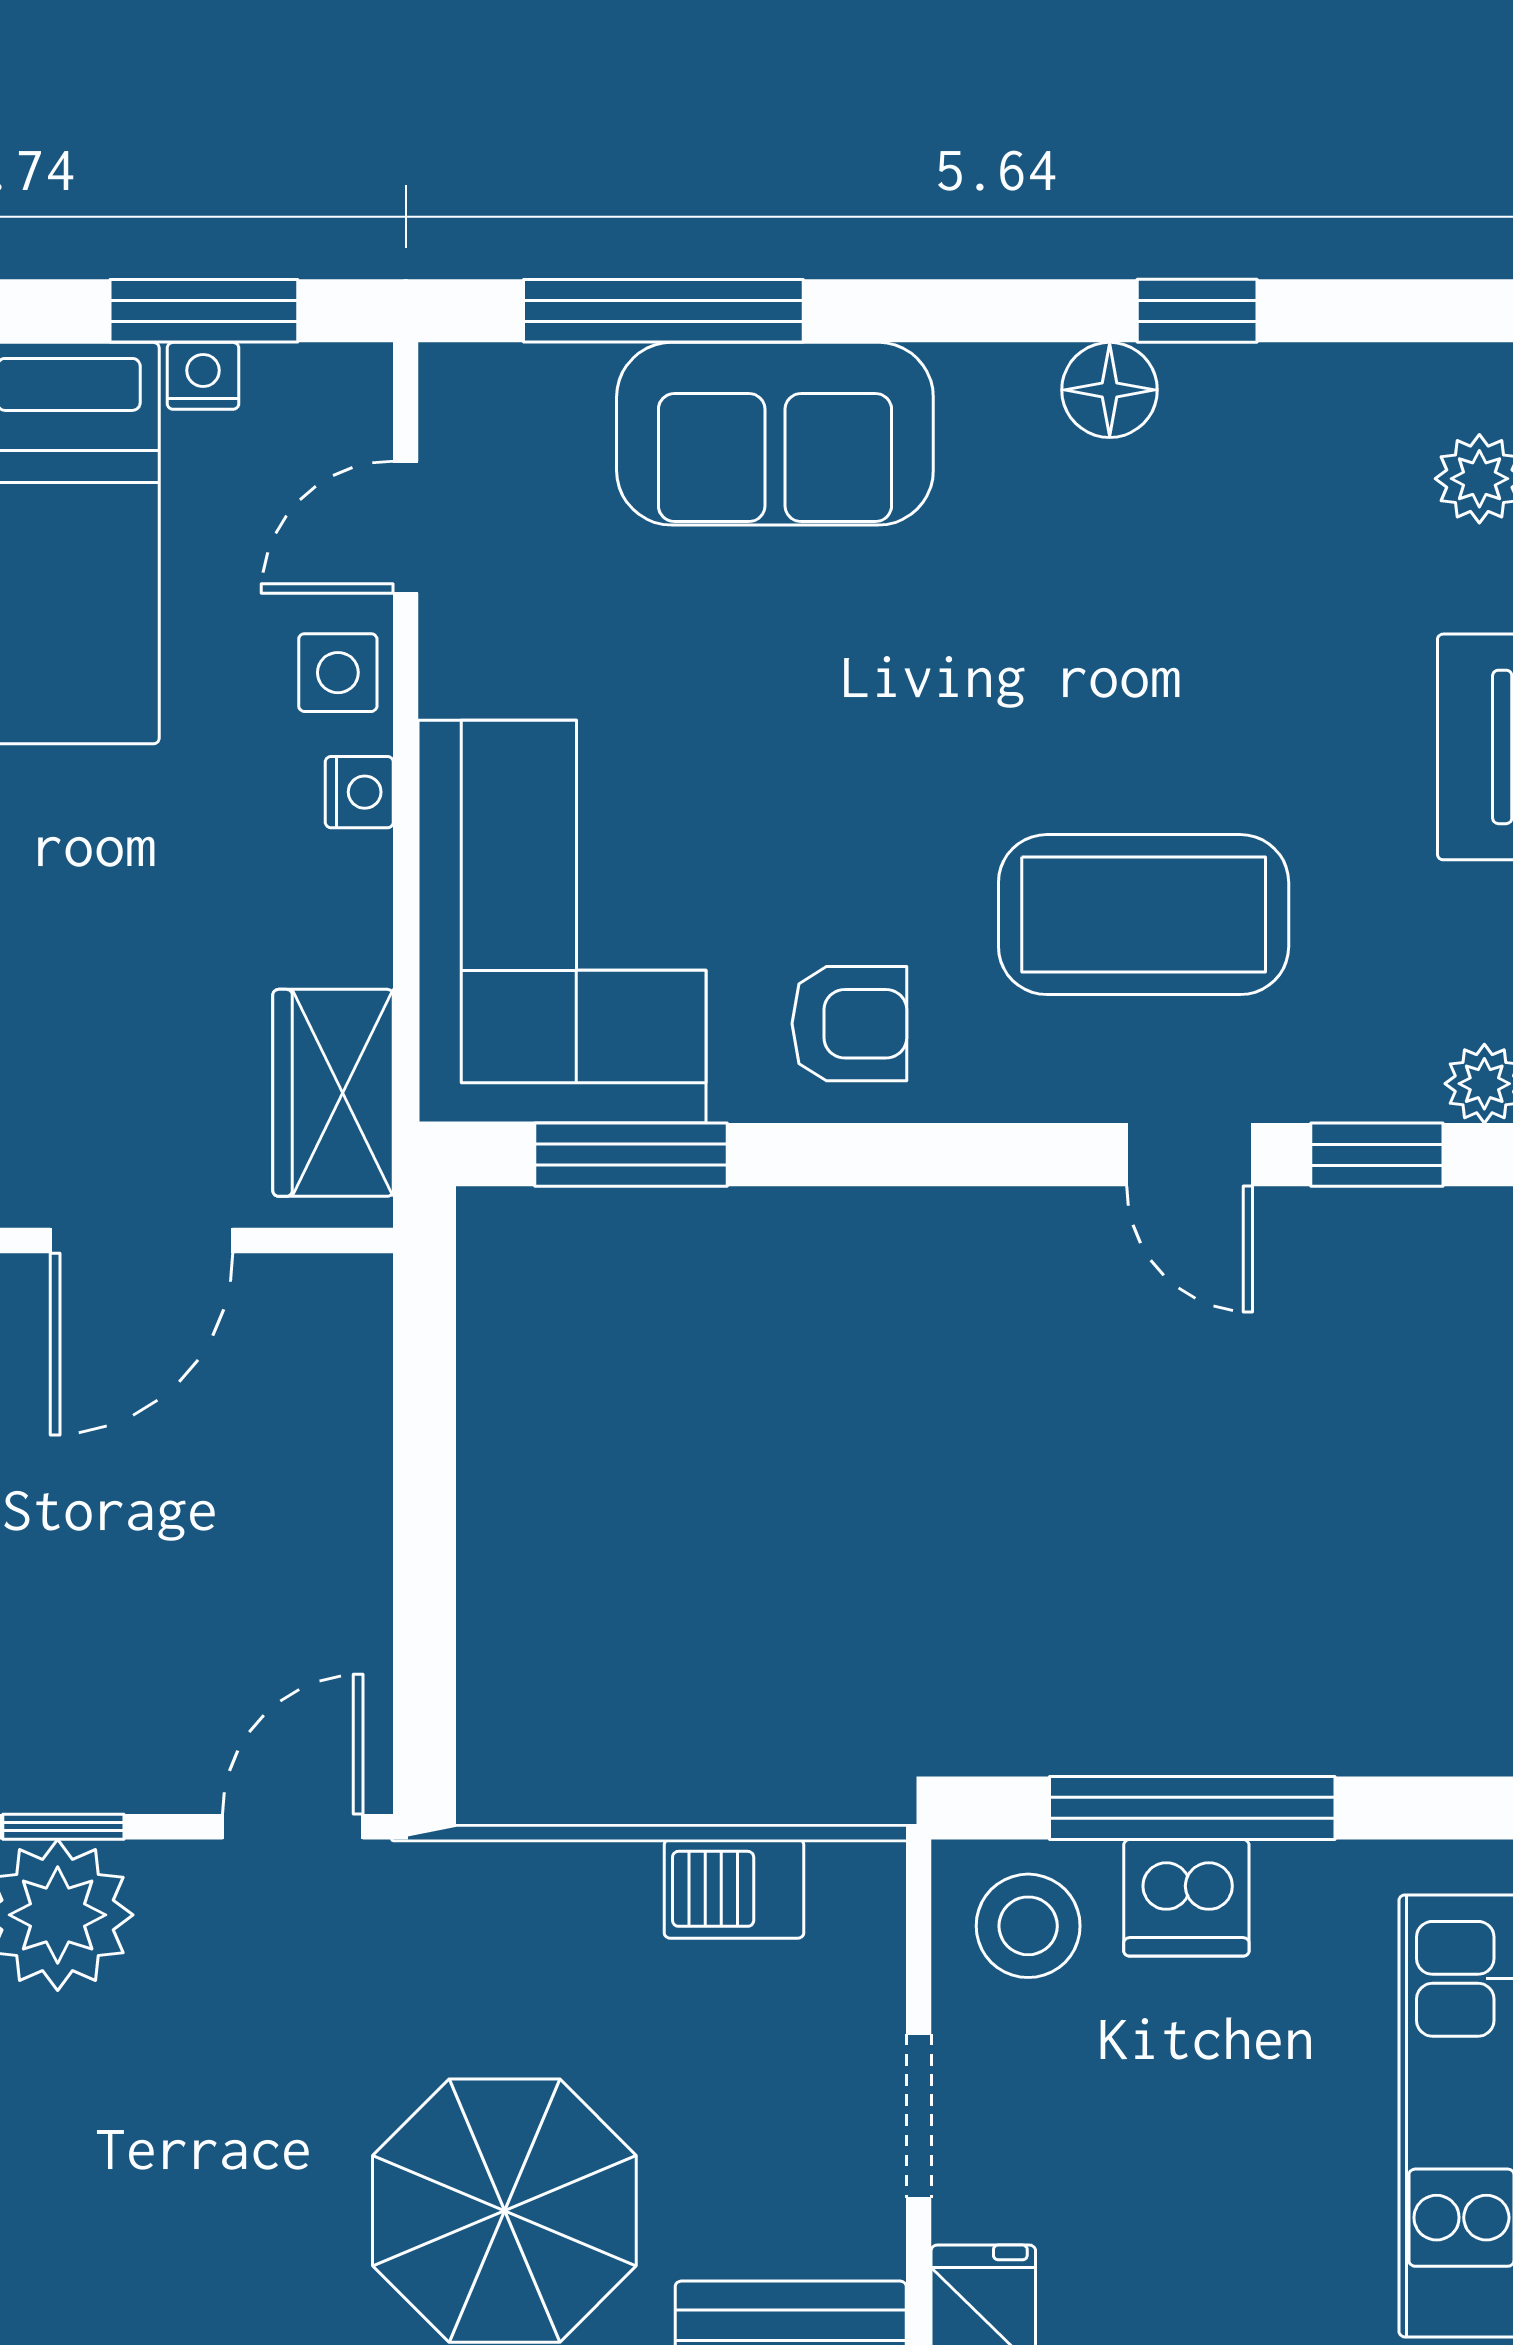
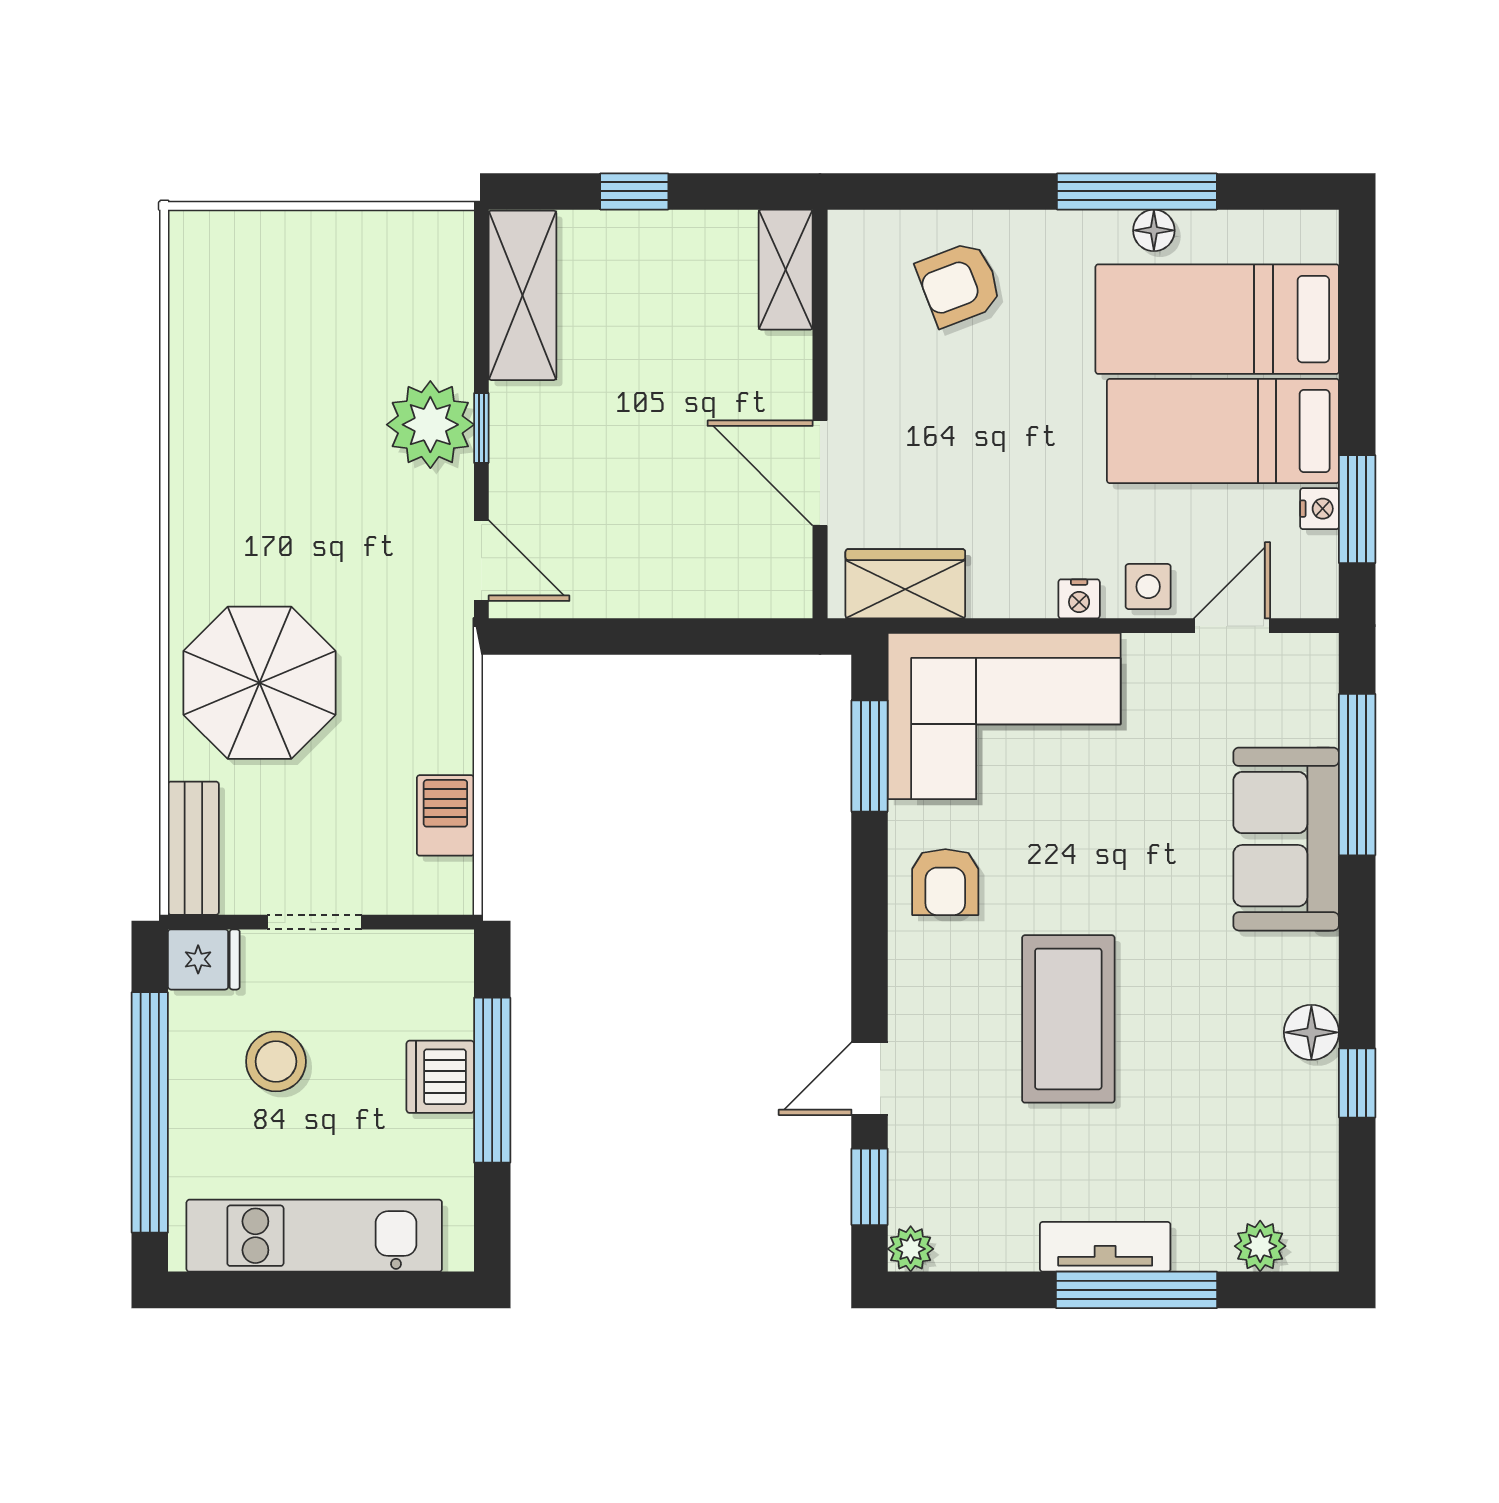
door: (406, 527) -> (1232, 626), hinge flipped
coffee table: (1144, 915) -> (1068, 1019), moved
stool: (1028, 1926) -> (276, 1061), moved

